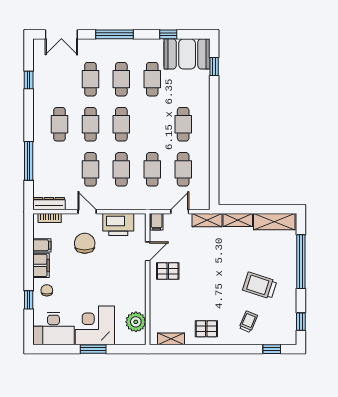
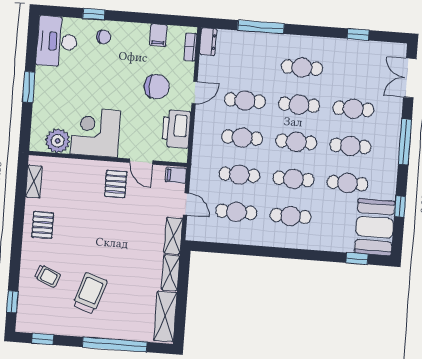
cafe table: (152, 124) -> (293, 179), added
dresser: (49, 204) -> (208, 42), width x0.70
filing cabinet: (41, 265) -> (134, 32), removed
corner desk: (95, 325) -> (95, 132), moved, turned -90

